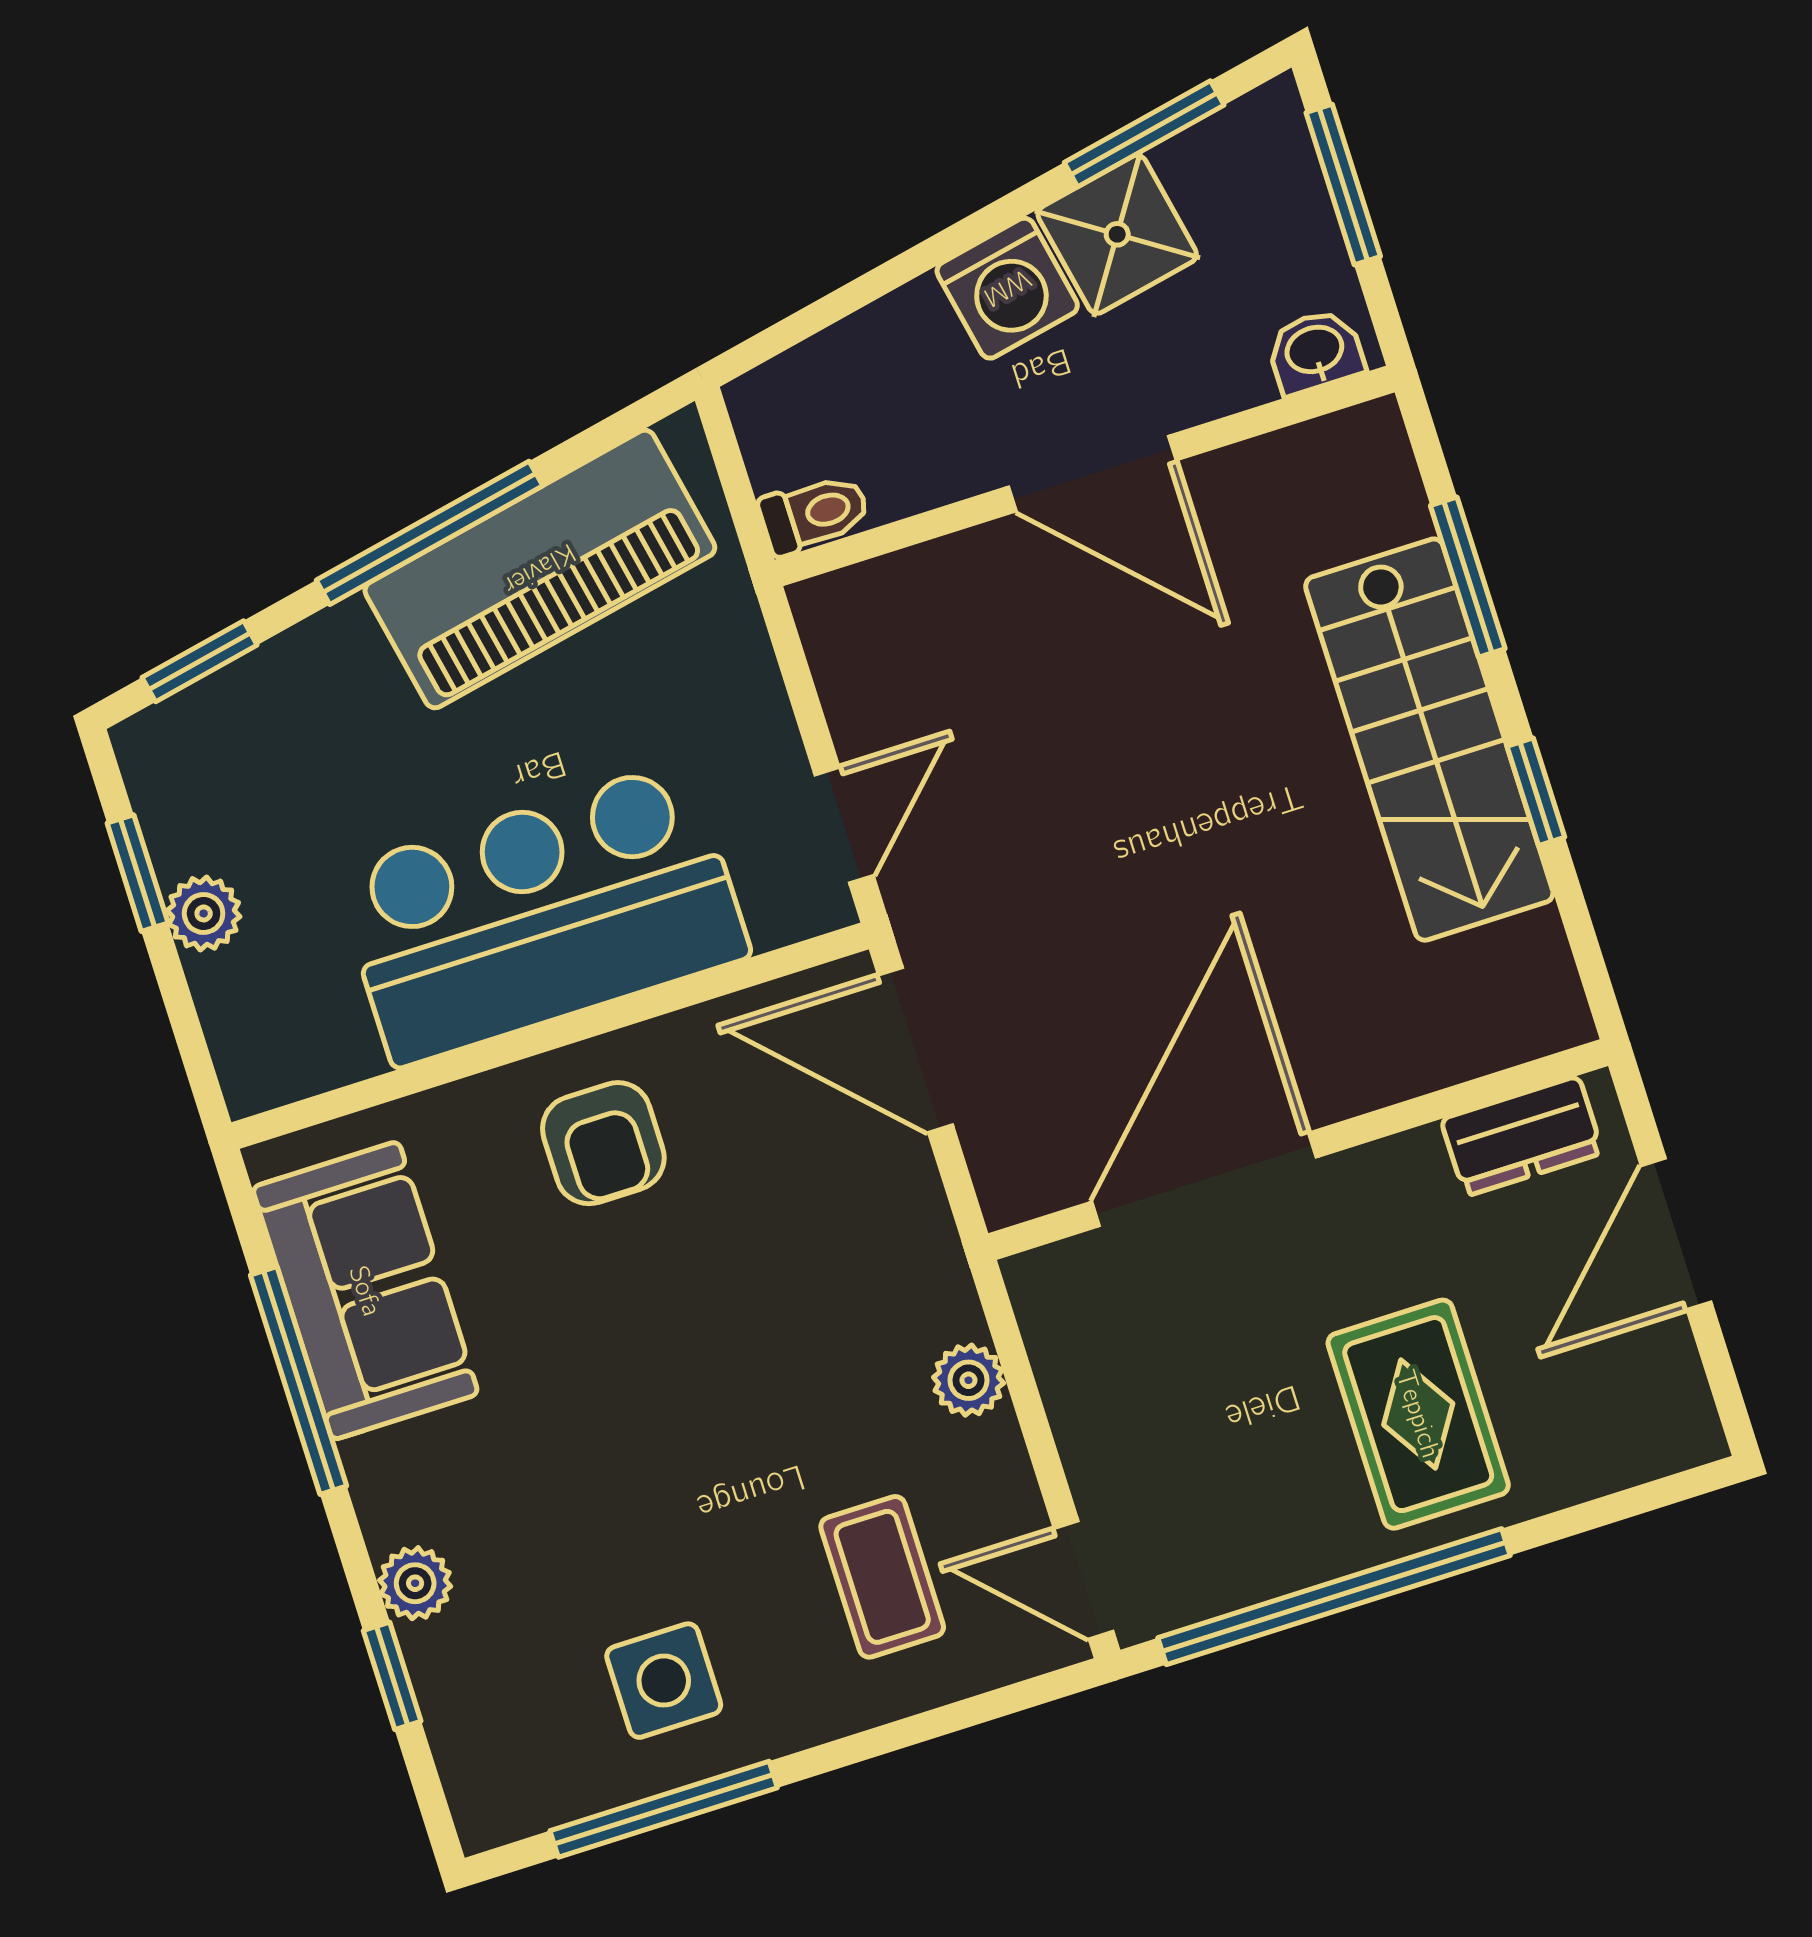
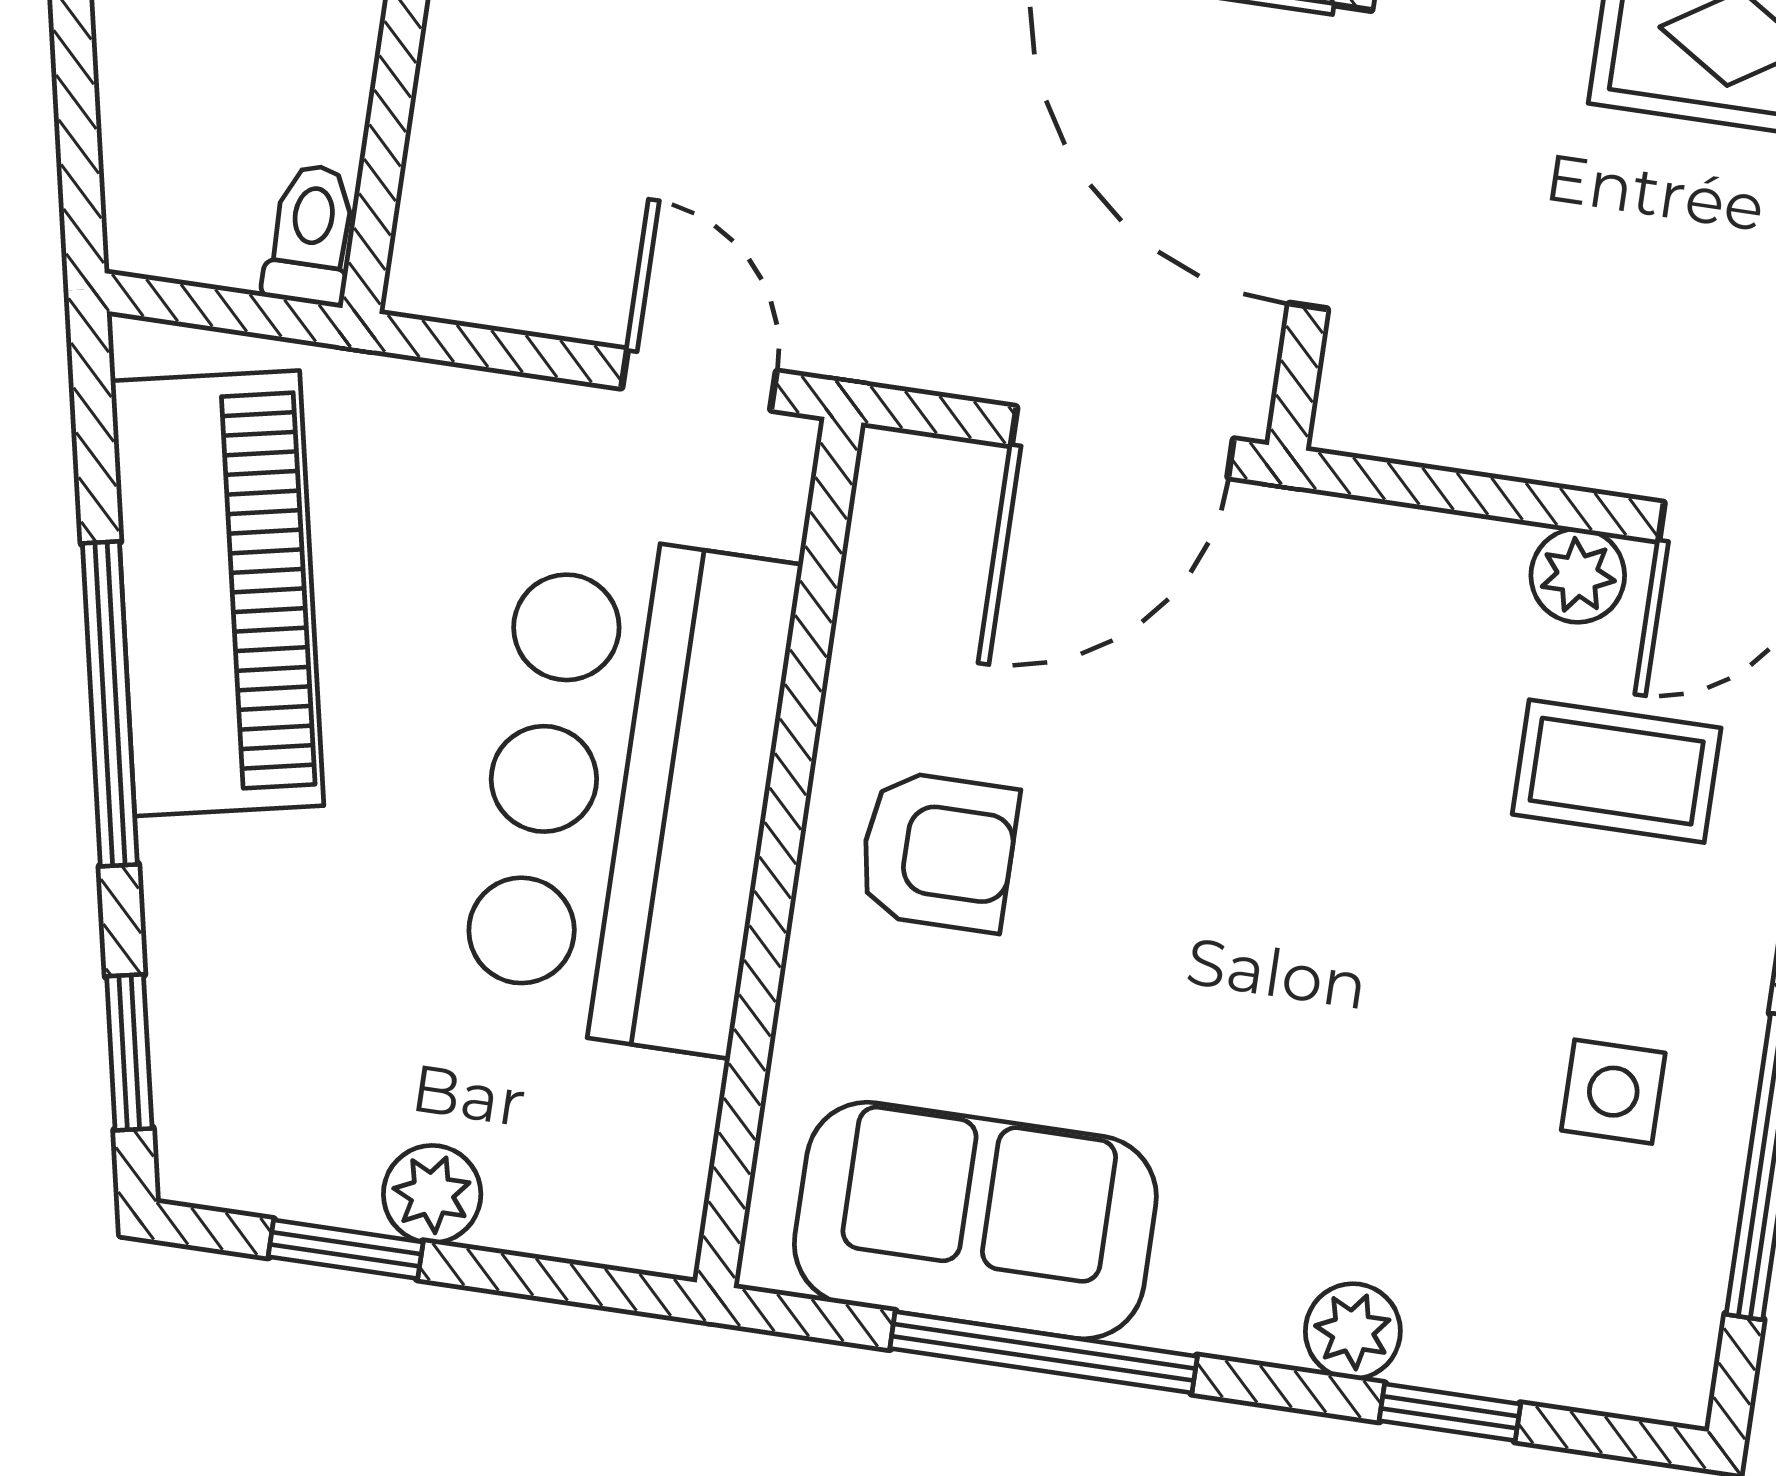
door: (916, 1050) -> (1122, 442), moved
plant: (969, 1380) -> (1578, 575), moved
side table: (664, 1681) -> (1613, 1092), width x0.73, depth x0.73

